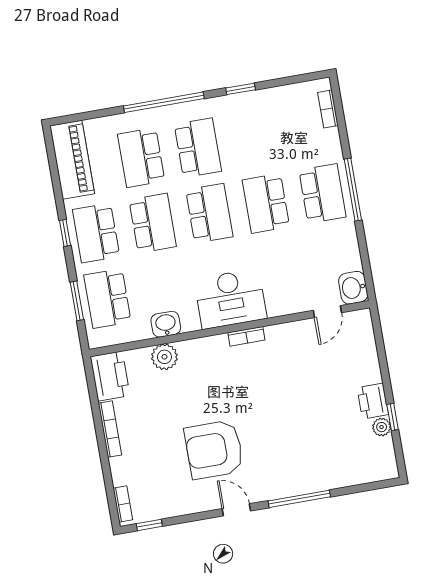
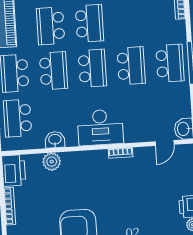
school desk: (266, 203) -> (131, 66), turned 180
bookcase: (246, 336) -> (121, 153), moved

